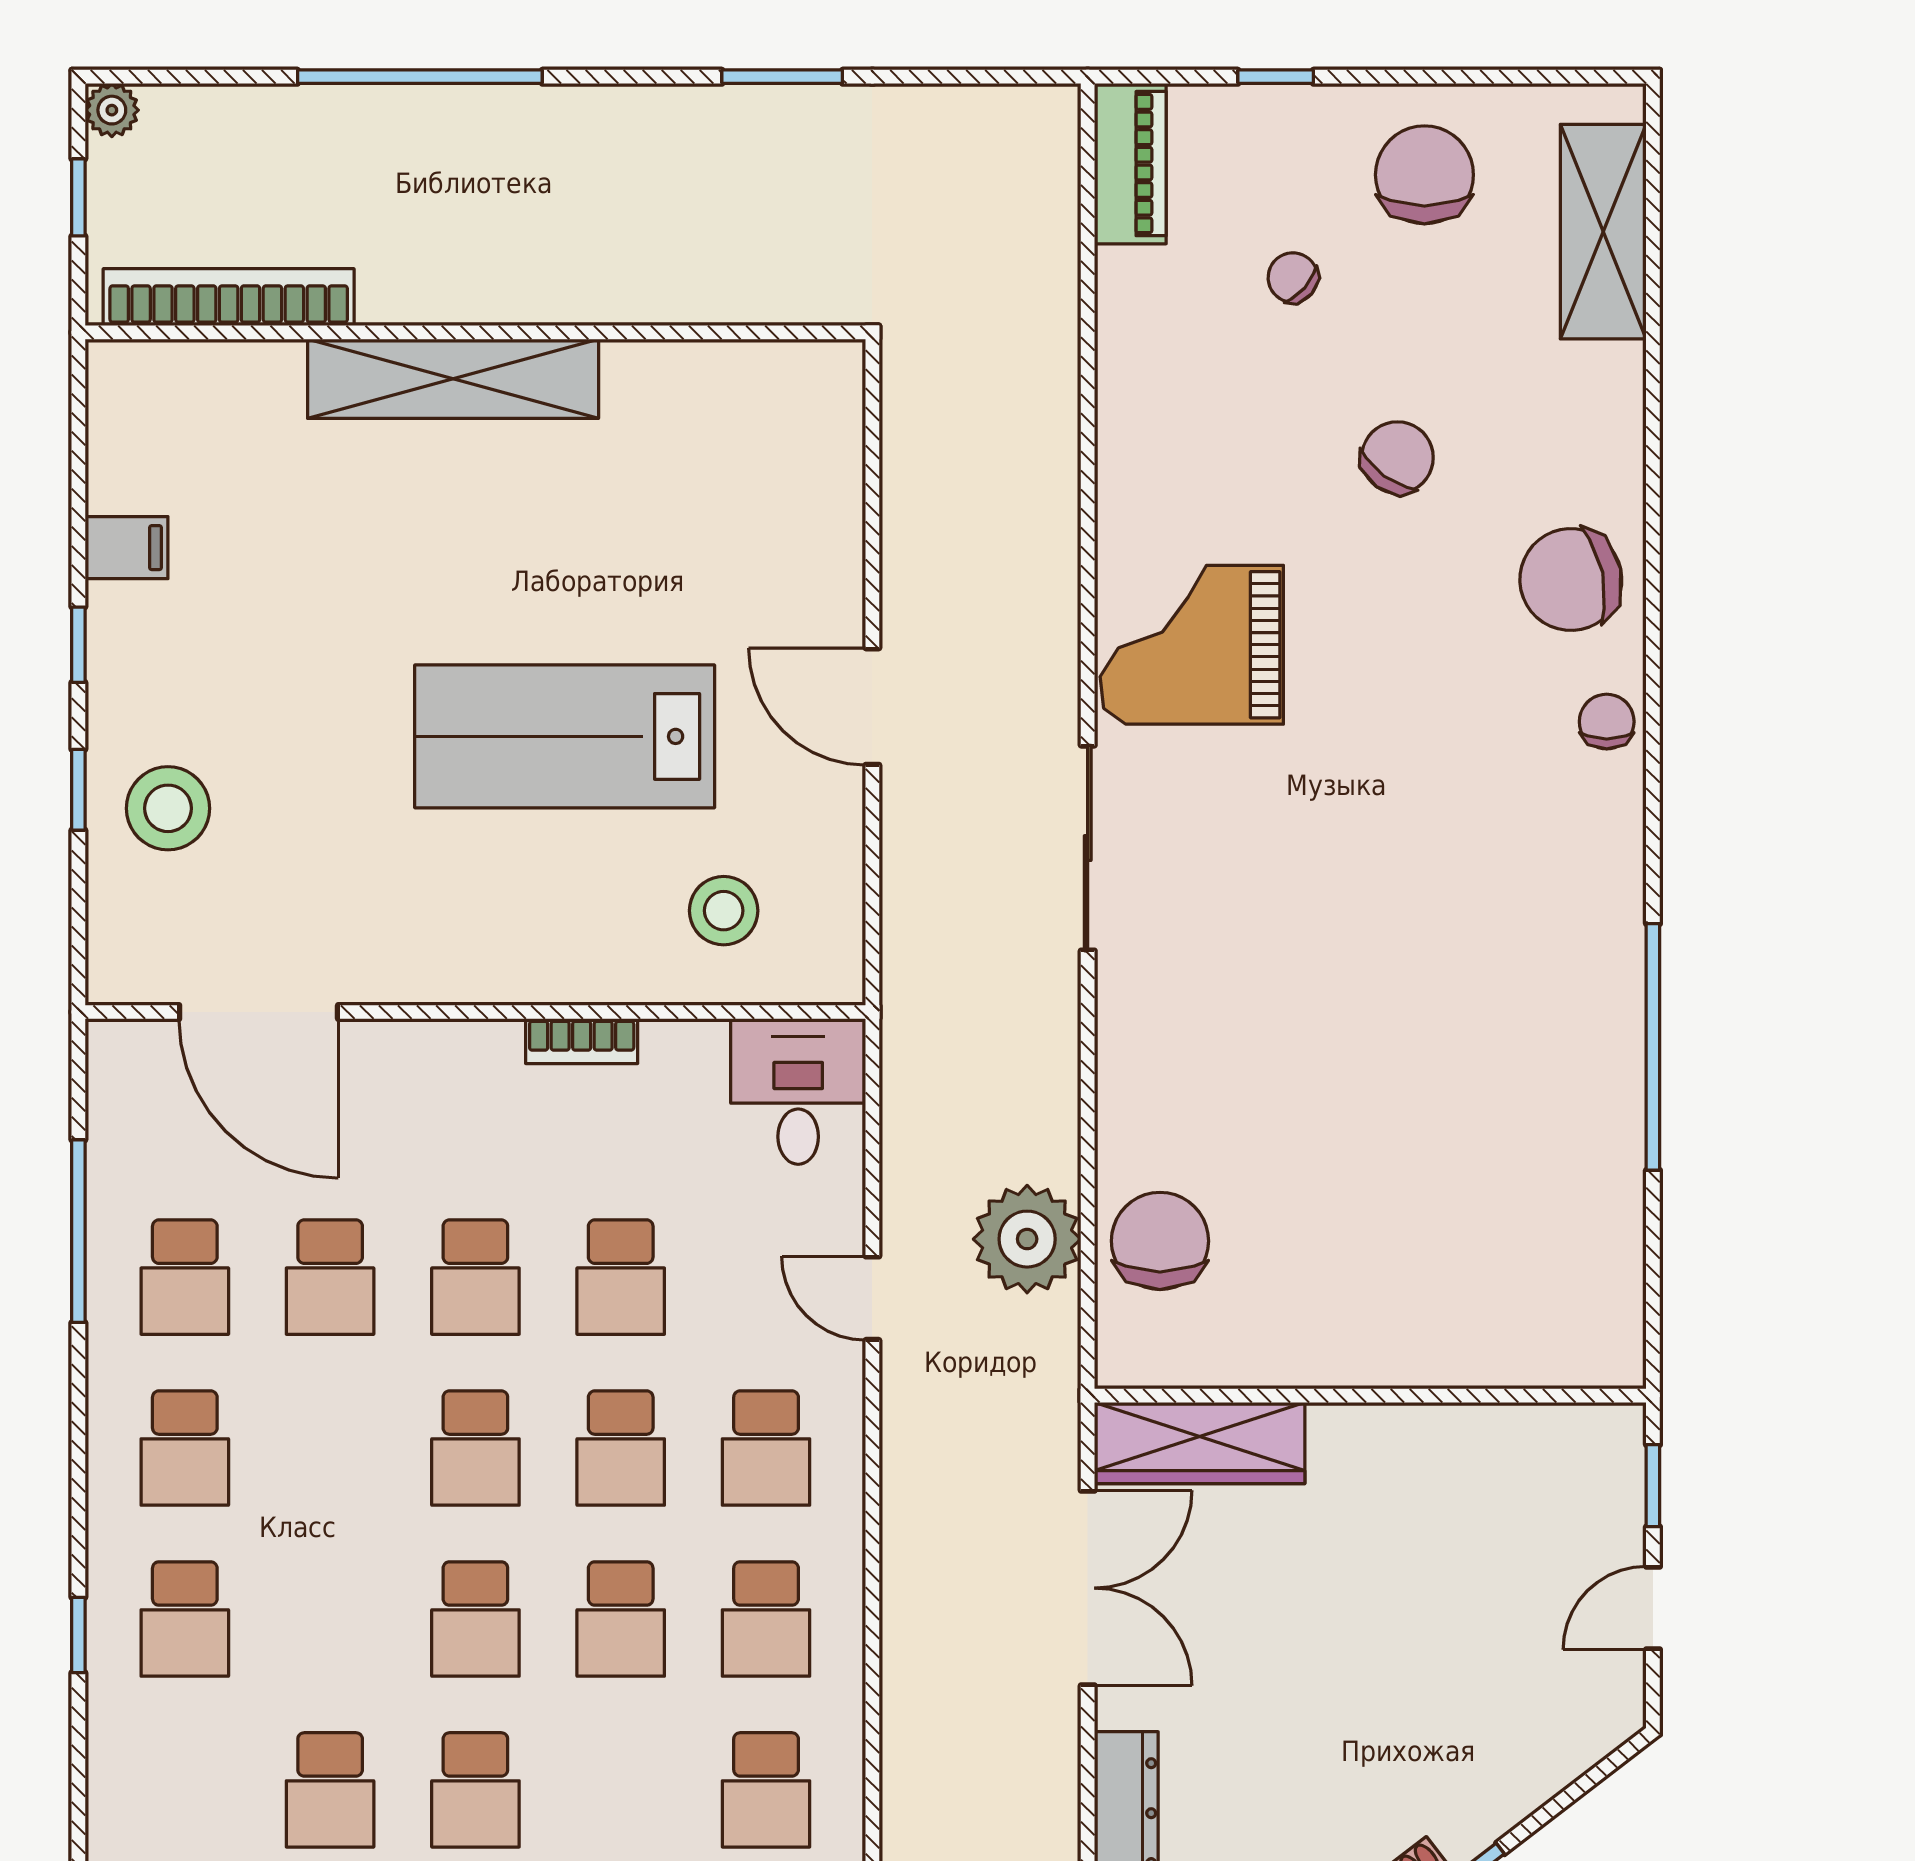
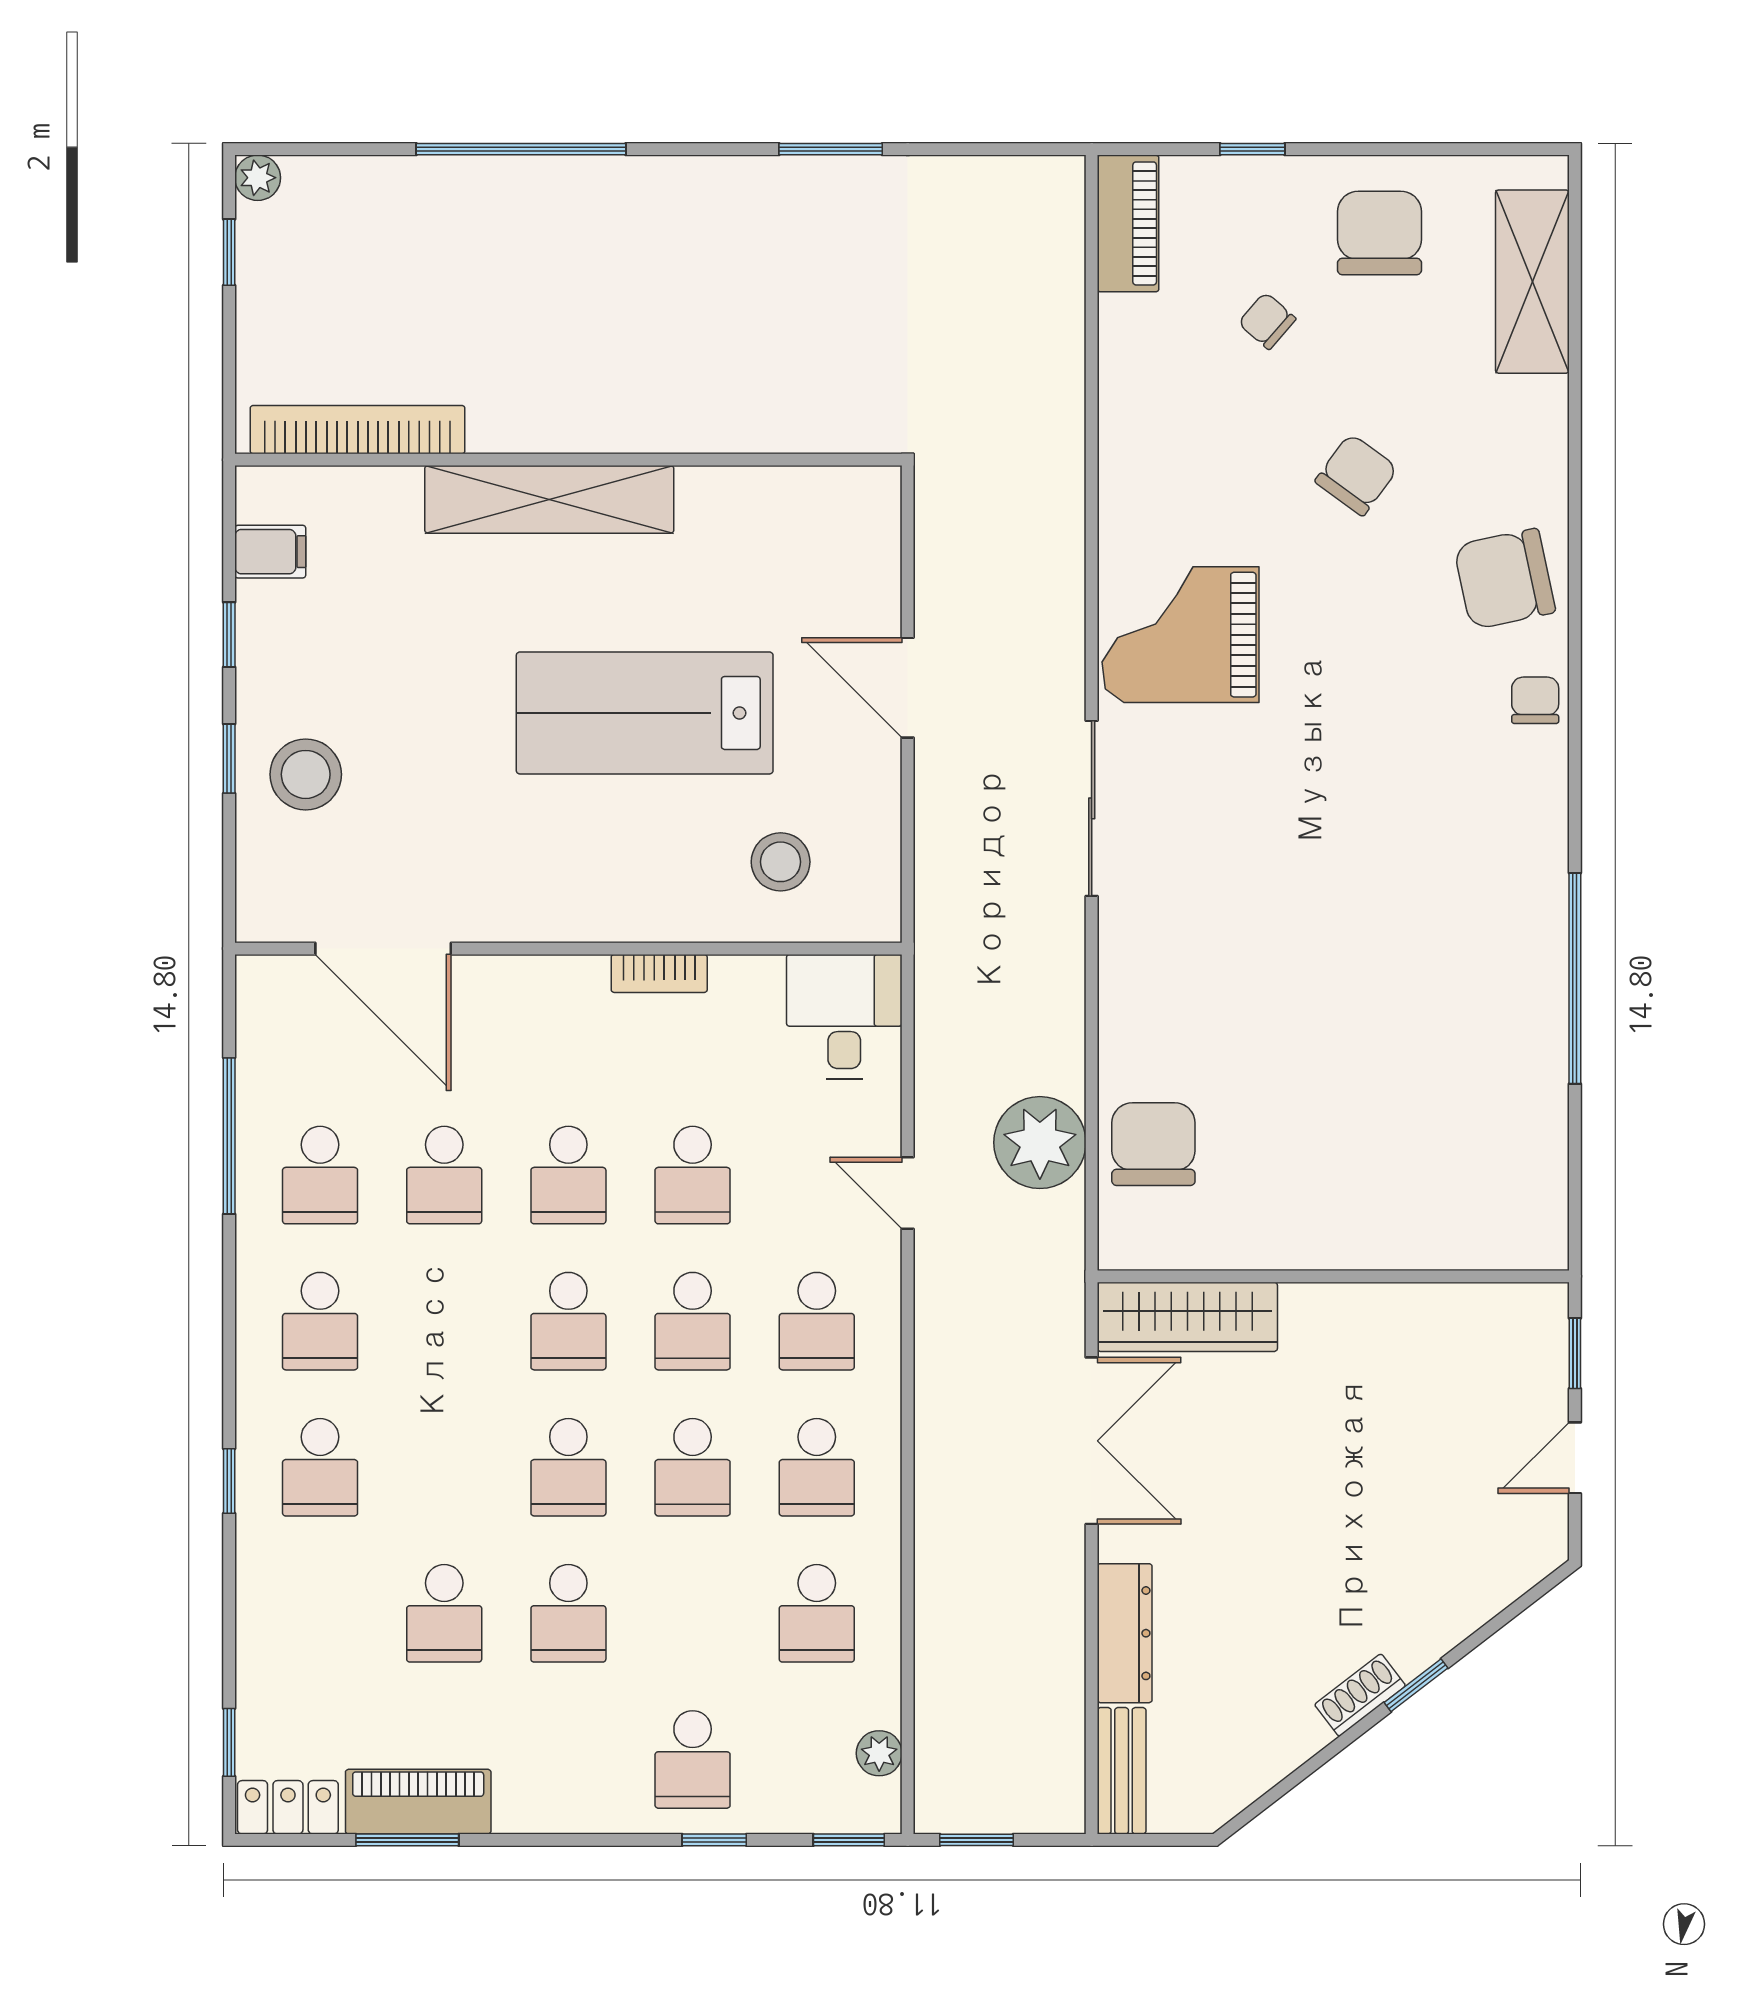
bookcase: (229, 297) -> (358, 430), moved
wall: (475, 332) -> (568, 460), moved
shelving: (453, 379) -> (549, 499), moved

